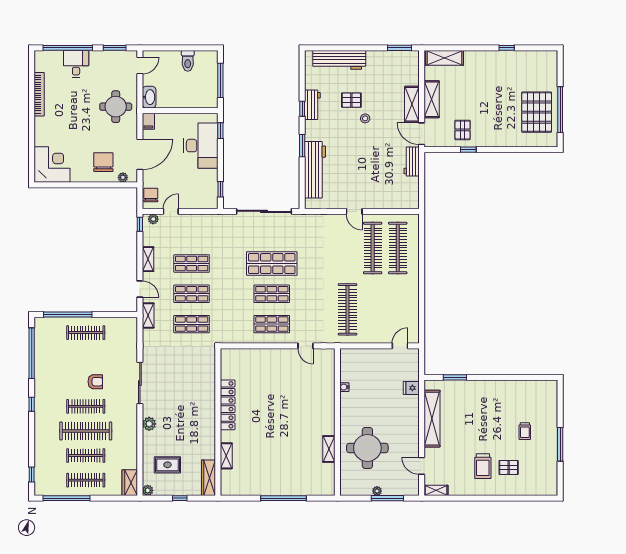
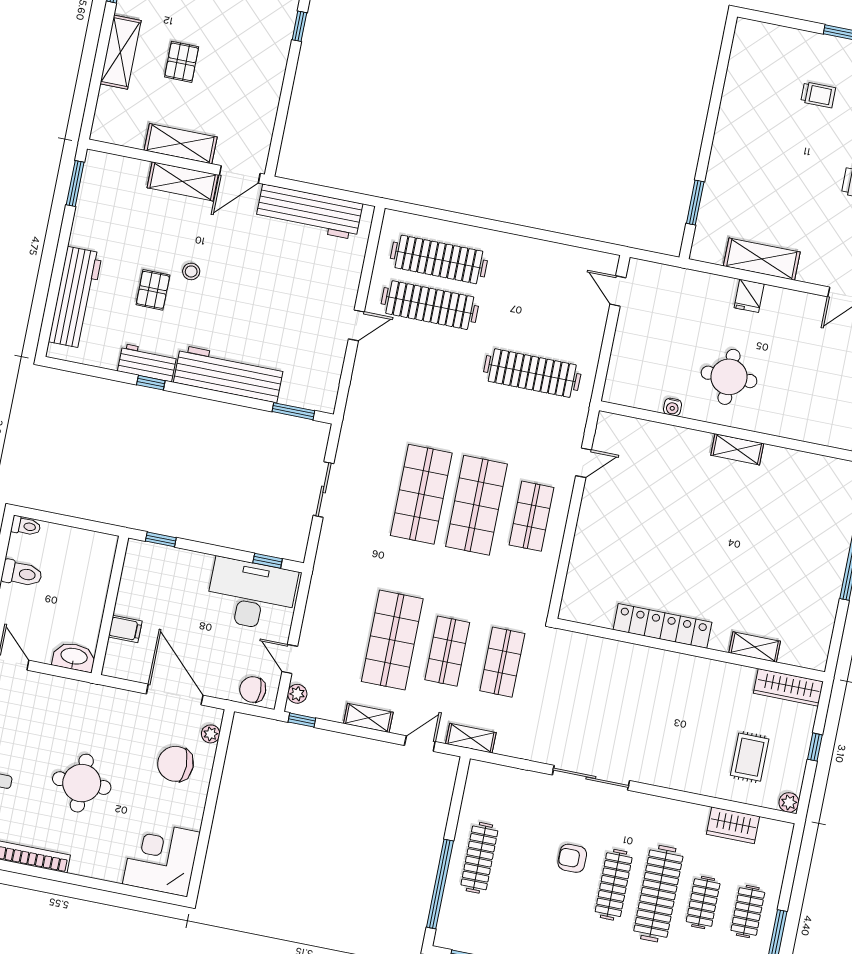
toilet: (213, 58) -> (26, 526), added
shelving: (445, 58) -> (121, 52), moved
window: (220, 80) -> (70, 521), removed
round table: (116, 107) -> (82, 783), moved
filing cabinet: (148, 121) -> (125, 629), moved
pallet: (463, 130) -> (182, 62), moved, turned 90
desk: (201, 146) -> (251, 595), moved
window: (302, 146) -> (293, 411), moved
window: (468, 150) -> (299, 26), moved
workbench: (412, 162) -> (309, 212), width x1.87, depth x1.32
workbench: (315, 170) -> (229, 374), moved
sliding door: (264, 211) -> (324, 489), width x0.54
shop shelf: (192, 264) -> (392, 640), width x1.43, depth x1.36
shop shelf: (272, 294) -> (476, 505), width x1.43, depth x1.36
armchair: (95, 382) -> (572, 858), turned -90
fridge: (411, 388) -> (749, 296), moved
shelving: (432, 419) -> (762, 259), width x0.68
plant: (149, 424) -> (668, 776), removed
round table: (367, 448) -> (729, 377), moved, width x0.73, depth x0.73
shelving: (329, 449) -> (737, 449), moved
clothes rail: (86, 456) -> (703, 903), width x0.73
clothes rail: (86, 480) -> (748, 911), width x0.73
wardrobe: (130, 483) -> (733, 825), moved

